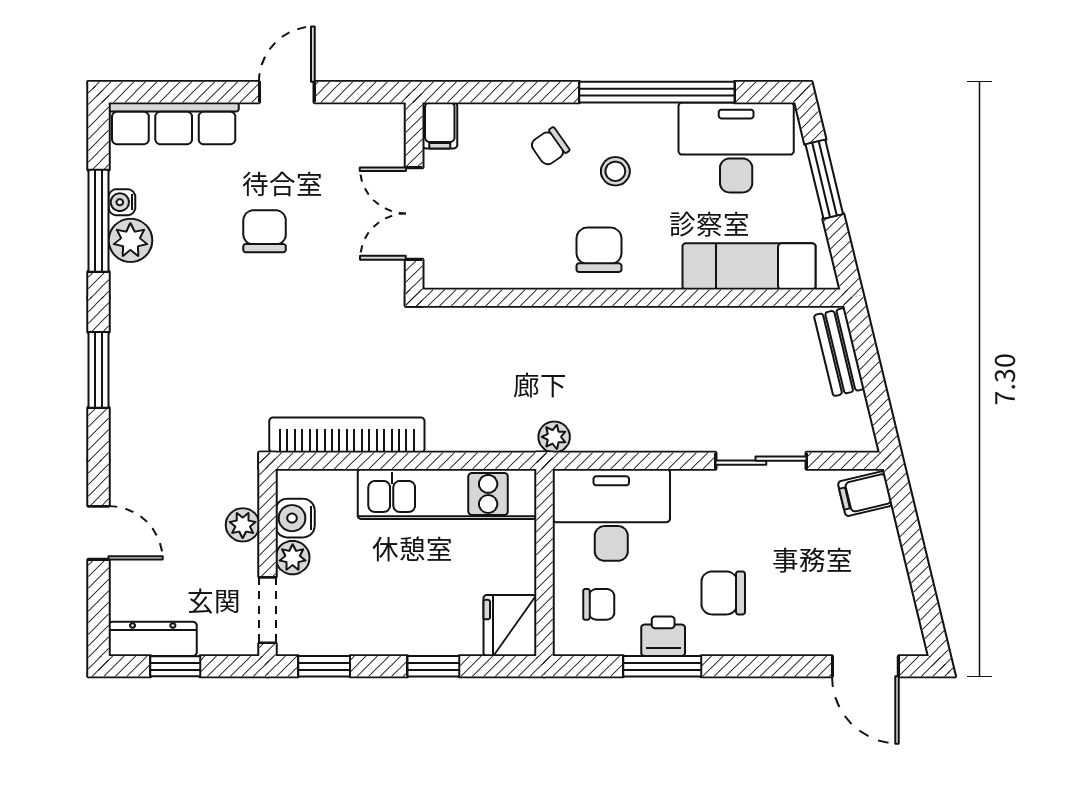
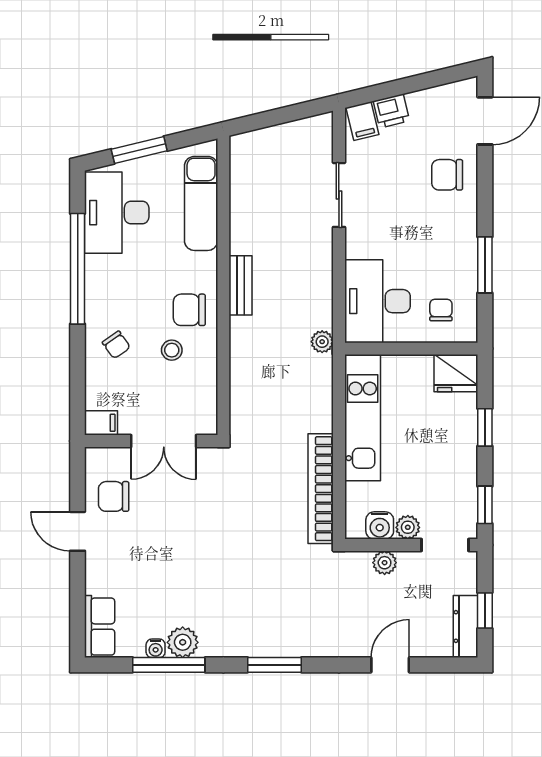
row of seats: (174, 123) -> (100, 627), width x0.68
stool: (615, 171) -> (172, 350), moved
chair: (265, 231) -> (114, 496), moved
bench: (839, 352) -> (241, 285), moved, turned -76
chair: (723, 593) -> (447, 175), moved, turned 90
printer: (663, 636) -> (391, 111), moved, turned -104

